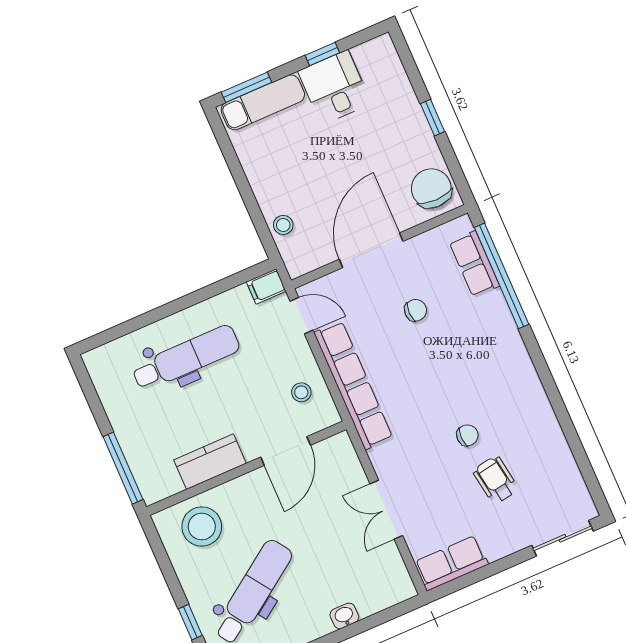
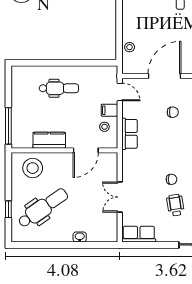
filing cabinet: (266, 286) -> (110, 110), moved
dental chair: (186, 358) -> (59, 88), width x0.73, depth x0.72
row of seats: (353, 385) -> (130, 134), width x0.50

